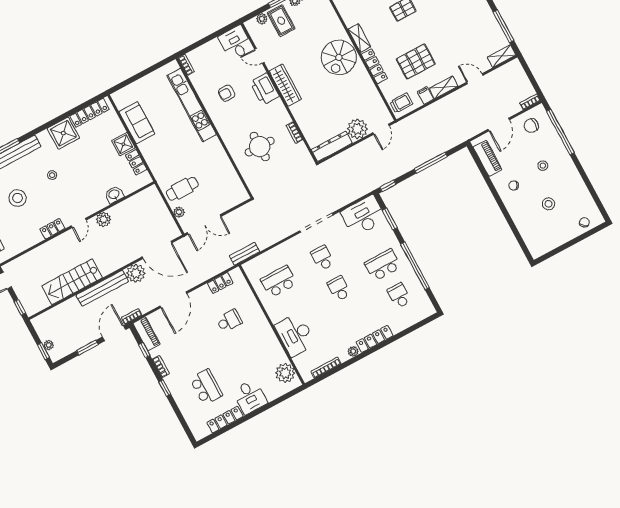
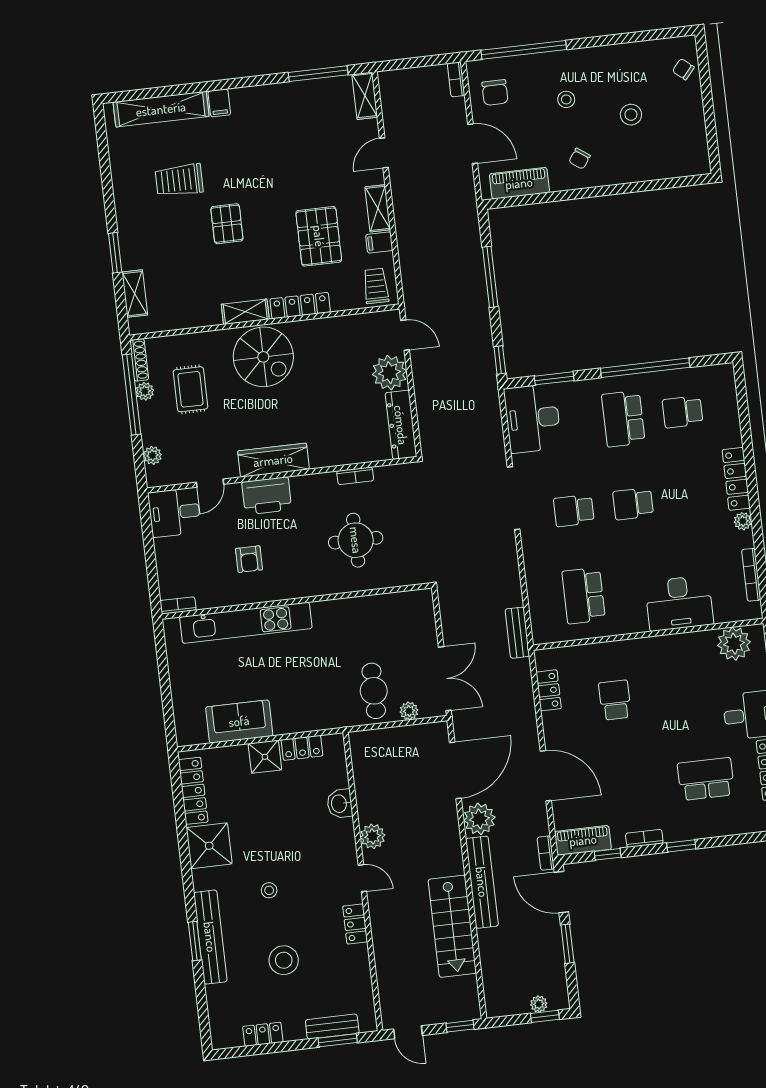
rug: (281, 21) -> (190, 389), moved, turned 90

